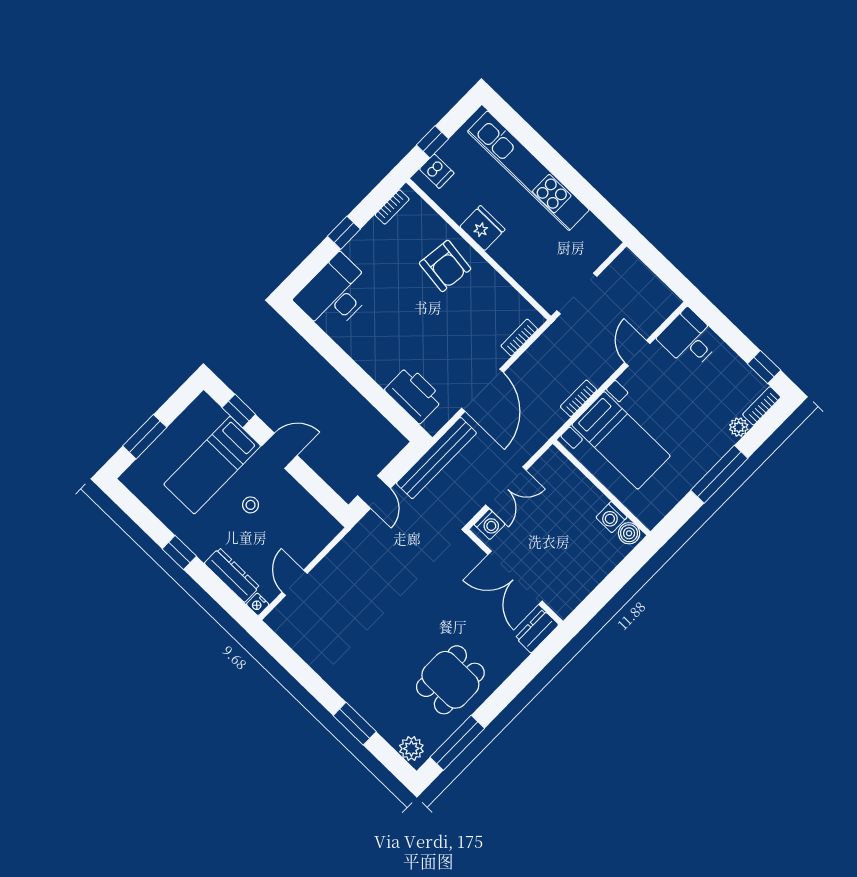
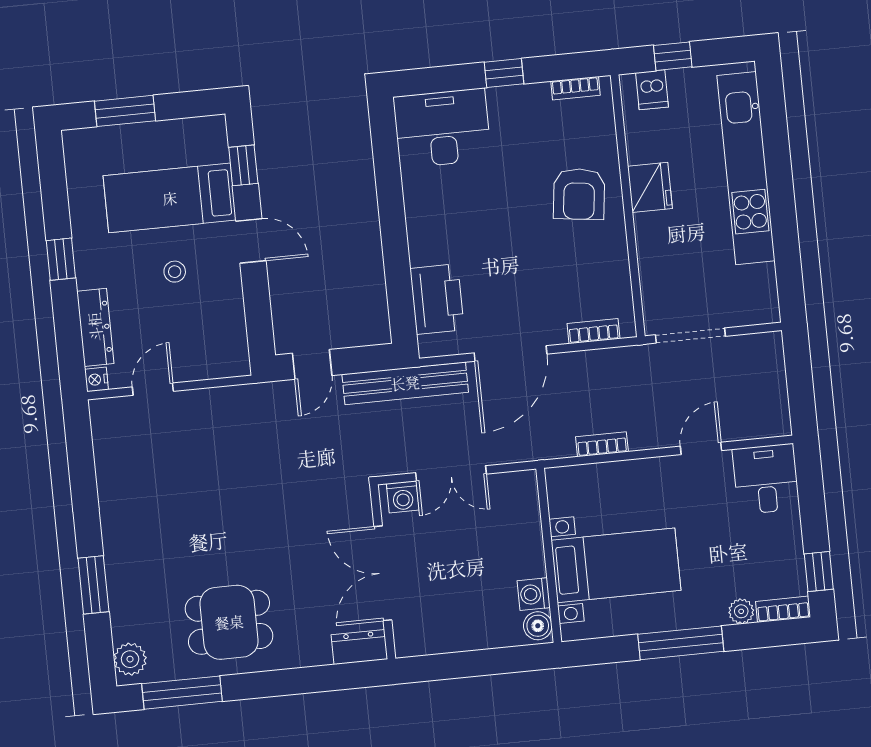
bed with nightstands: (621, 440) -> (616, 565), moved, turned -90

